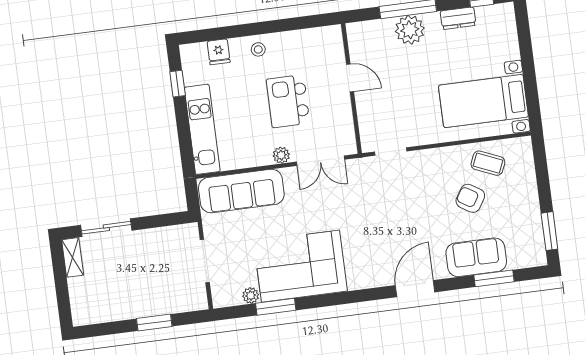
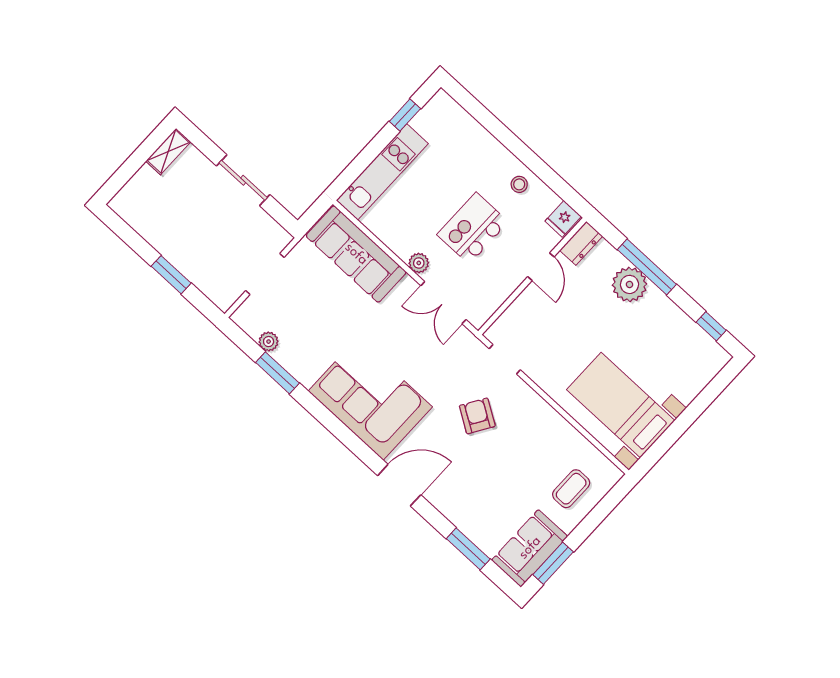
dresser: (458, 18) -> (581, 243), moved, turned -90
stool: (258, 49) -> (519, 184), moved
fridge: (219, 52) -> (563, 219), moved
coffee table: (488, 163) -> (571, 489), moved, turned 67
armchair: (470, 198) -> (477, 416), moved
sliding door: (106, 228) -> (243, 180), moved
sofa: (476, 257) -> (530, 548), moved, turned -90
corner sofa: (300, 266) -> (370, 399), moved

